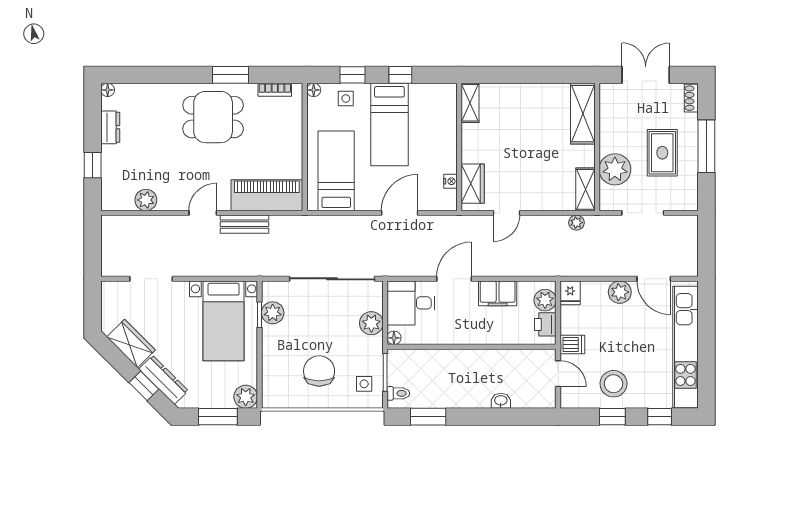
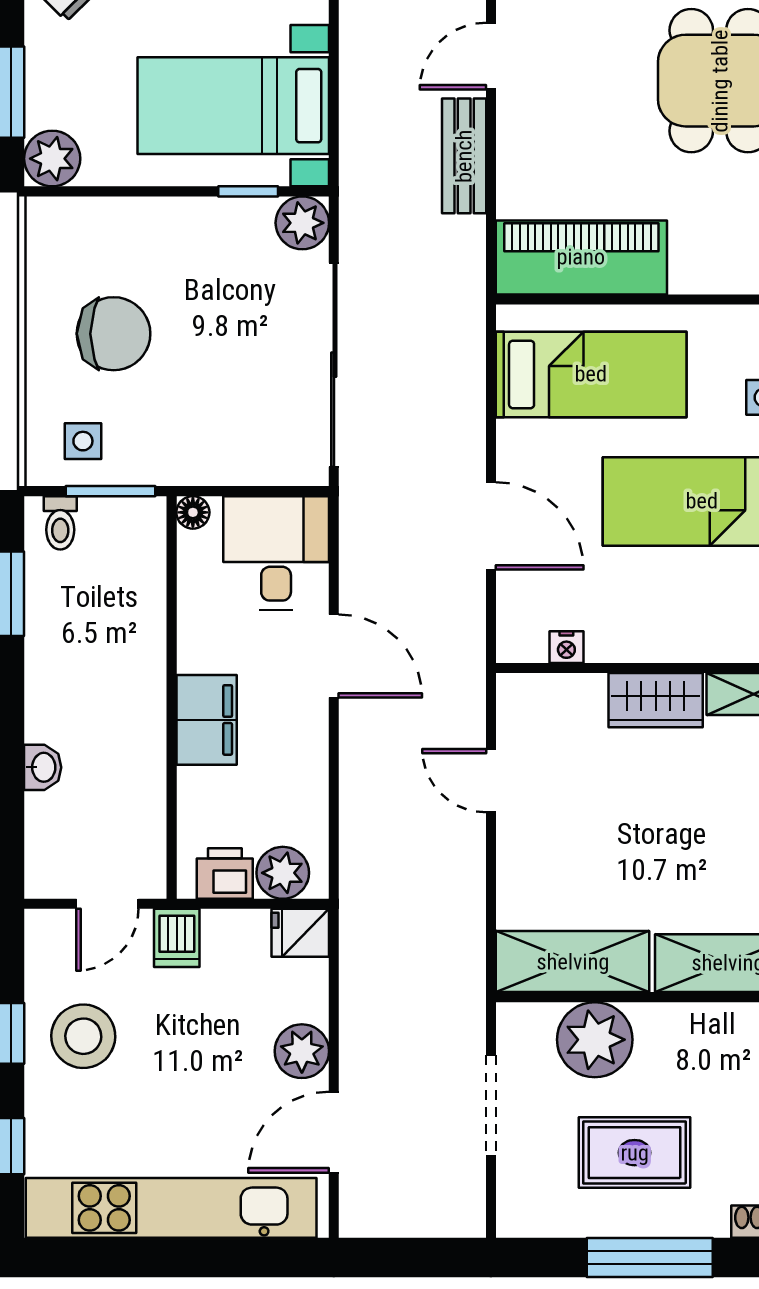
wardrobe: (473, 184) -> (656, 700), moved
shelving: (585, 189) -> (573, 962), width x1.50, depth x1.33
piano: (267, 195) -> (581, 257), moved, turned -90
door: (203, 213) -> (491, 56), swing flipped
plant: (576, 223) -> (468, 948), removed
filing cabinet: (498, 293) -> (207, 720), moved, turned 180
plant: (273, 313) -> (302, 223), moved
plant: (371, 323) -> (228, 458), removed

